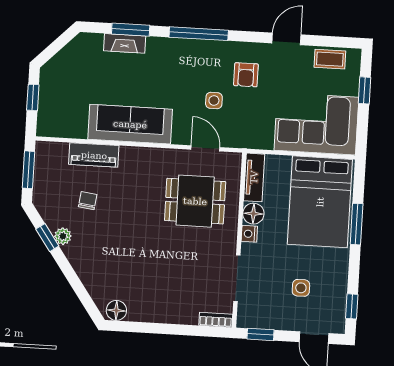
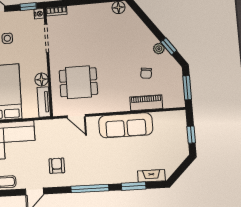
fireplace: (125, 43) -> (151, 176), moved
side table: (214, 101) -> (75, 147), removed
nightstand: (249, 234) -> (39, 14), moved

